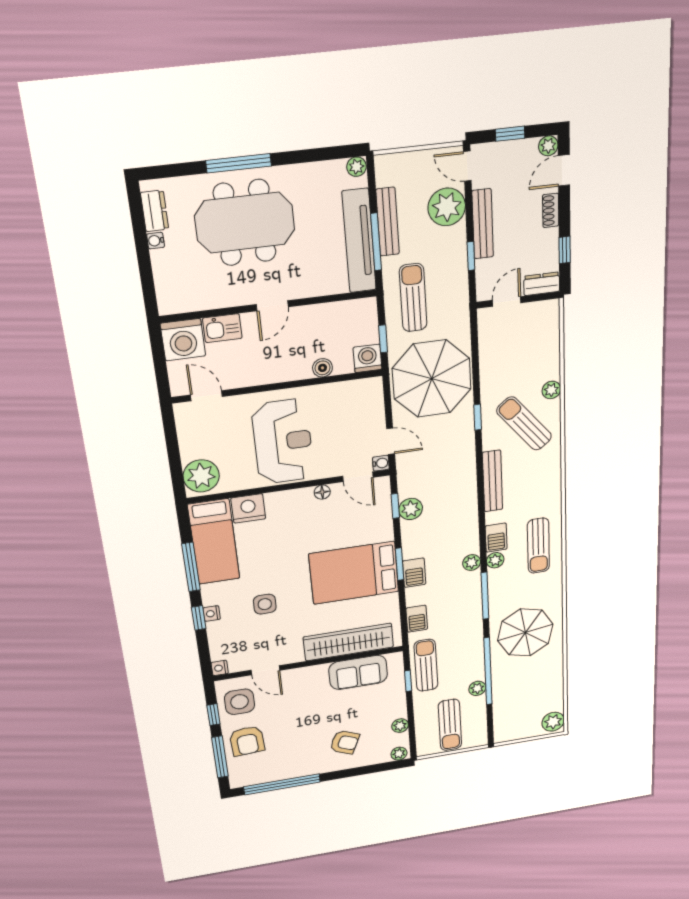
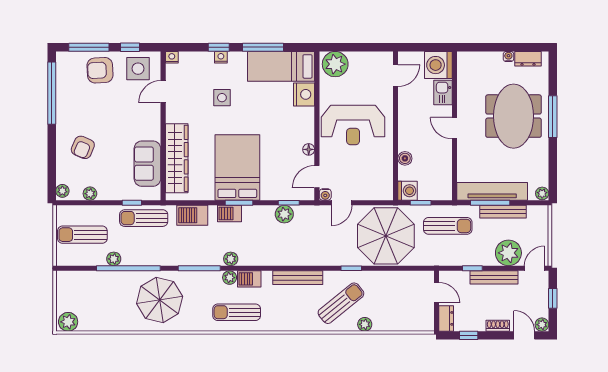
barbecue: (417, 619) -> (192, 215), width x1.38, depth x1.27
sun lounger: (426, 665) -> (144, 218), turned 180

